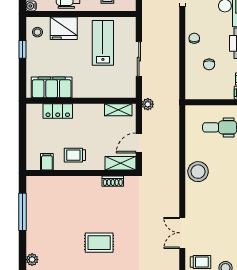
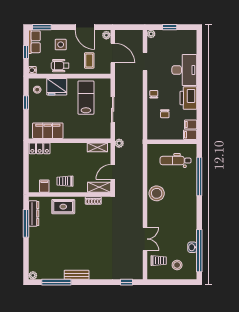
locker: (58, 111) -> (40, 148), moved
dresser: (33, 199) -> (34, 214), added
double door: (182, 233) -> (145, 239), swing flipped
rug: (99, 243) -> (63, 207), moved
plant: (32, 260) -> (33, 259), removed

